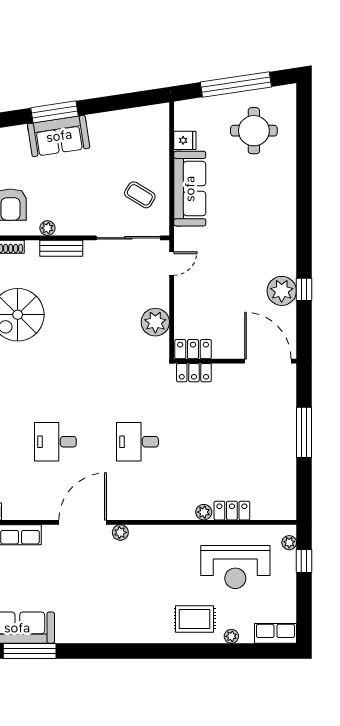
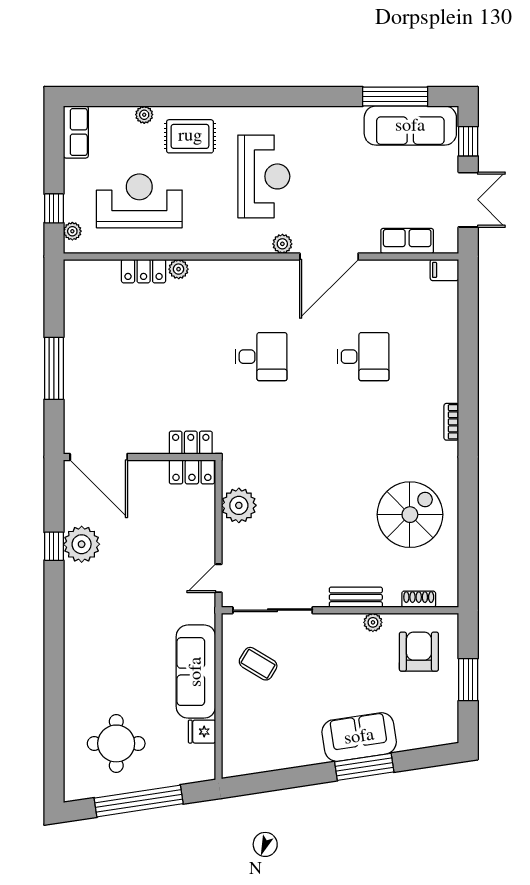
reception desk: (135, 587) -> (264, 176), added
row of seats: (275, 633) -> (76, 132), moved, turned -90

